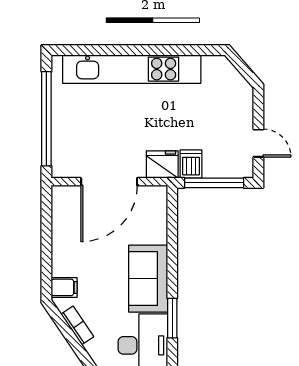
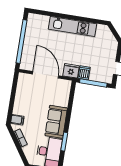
kitchen unit: (132, 69) -> (72, 26), width x0.73
door: (109, 182) -> (45, 75), swing flipped

